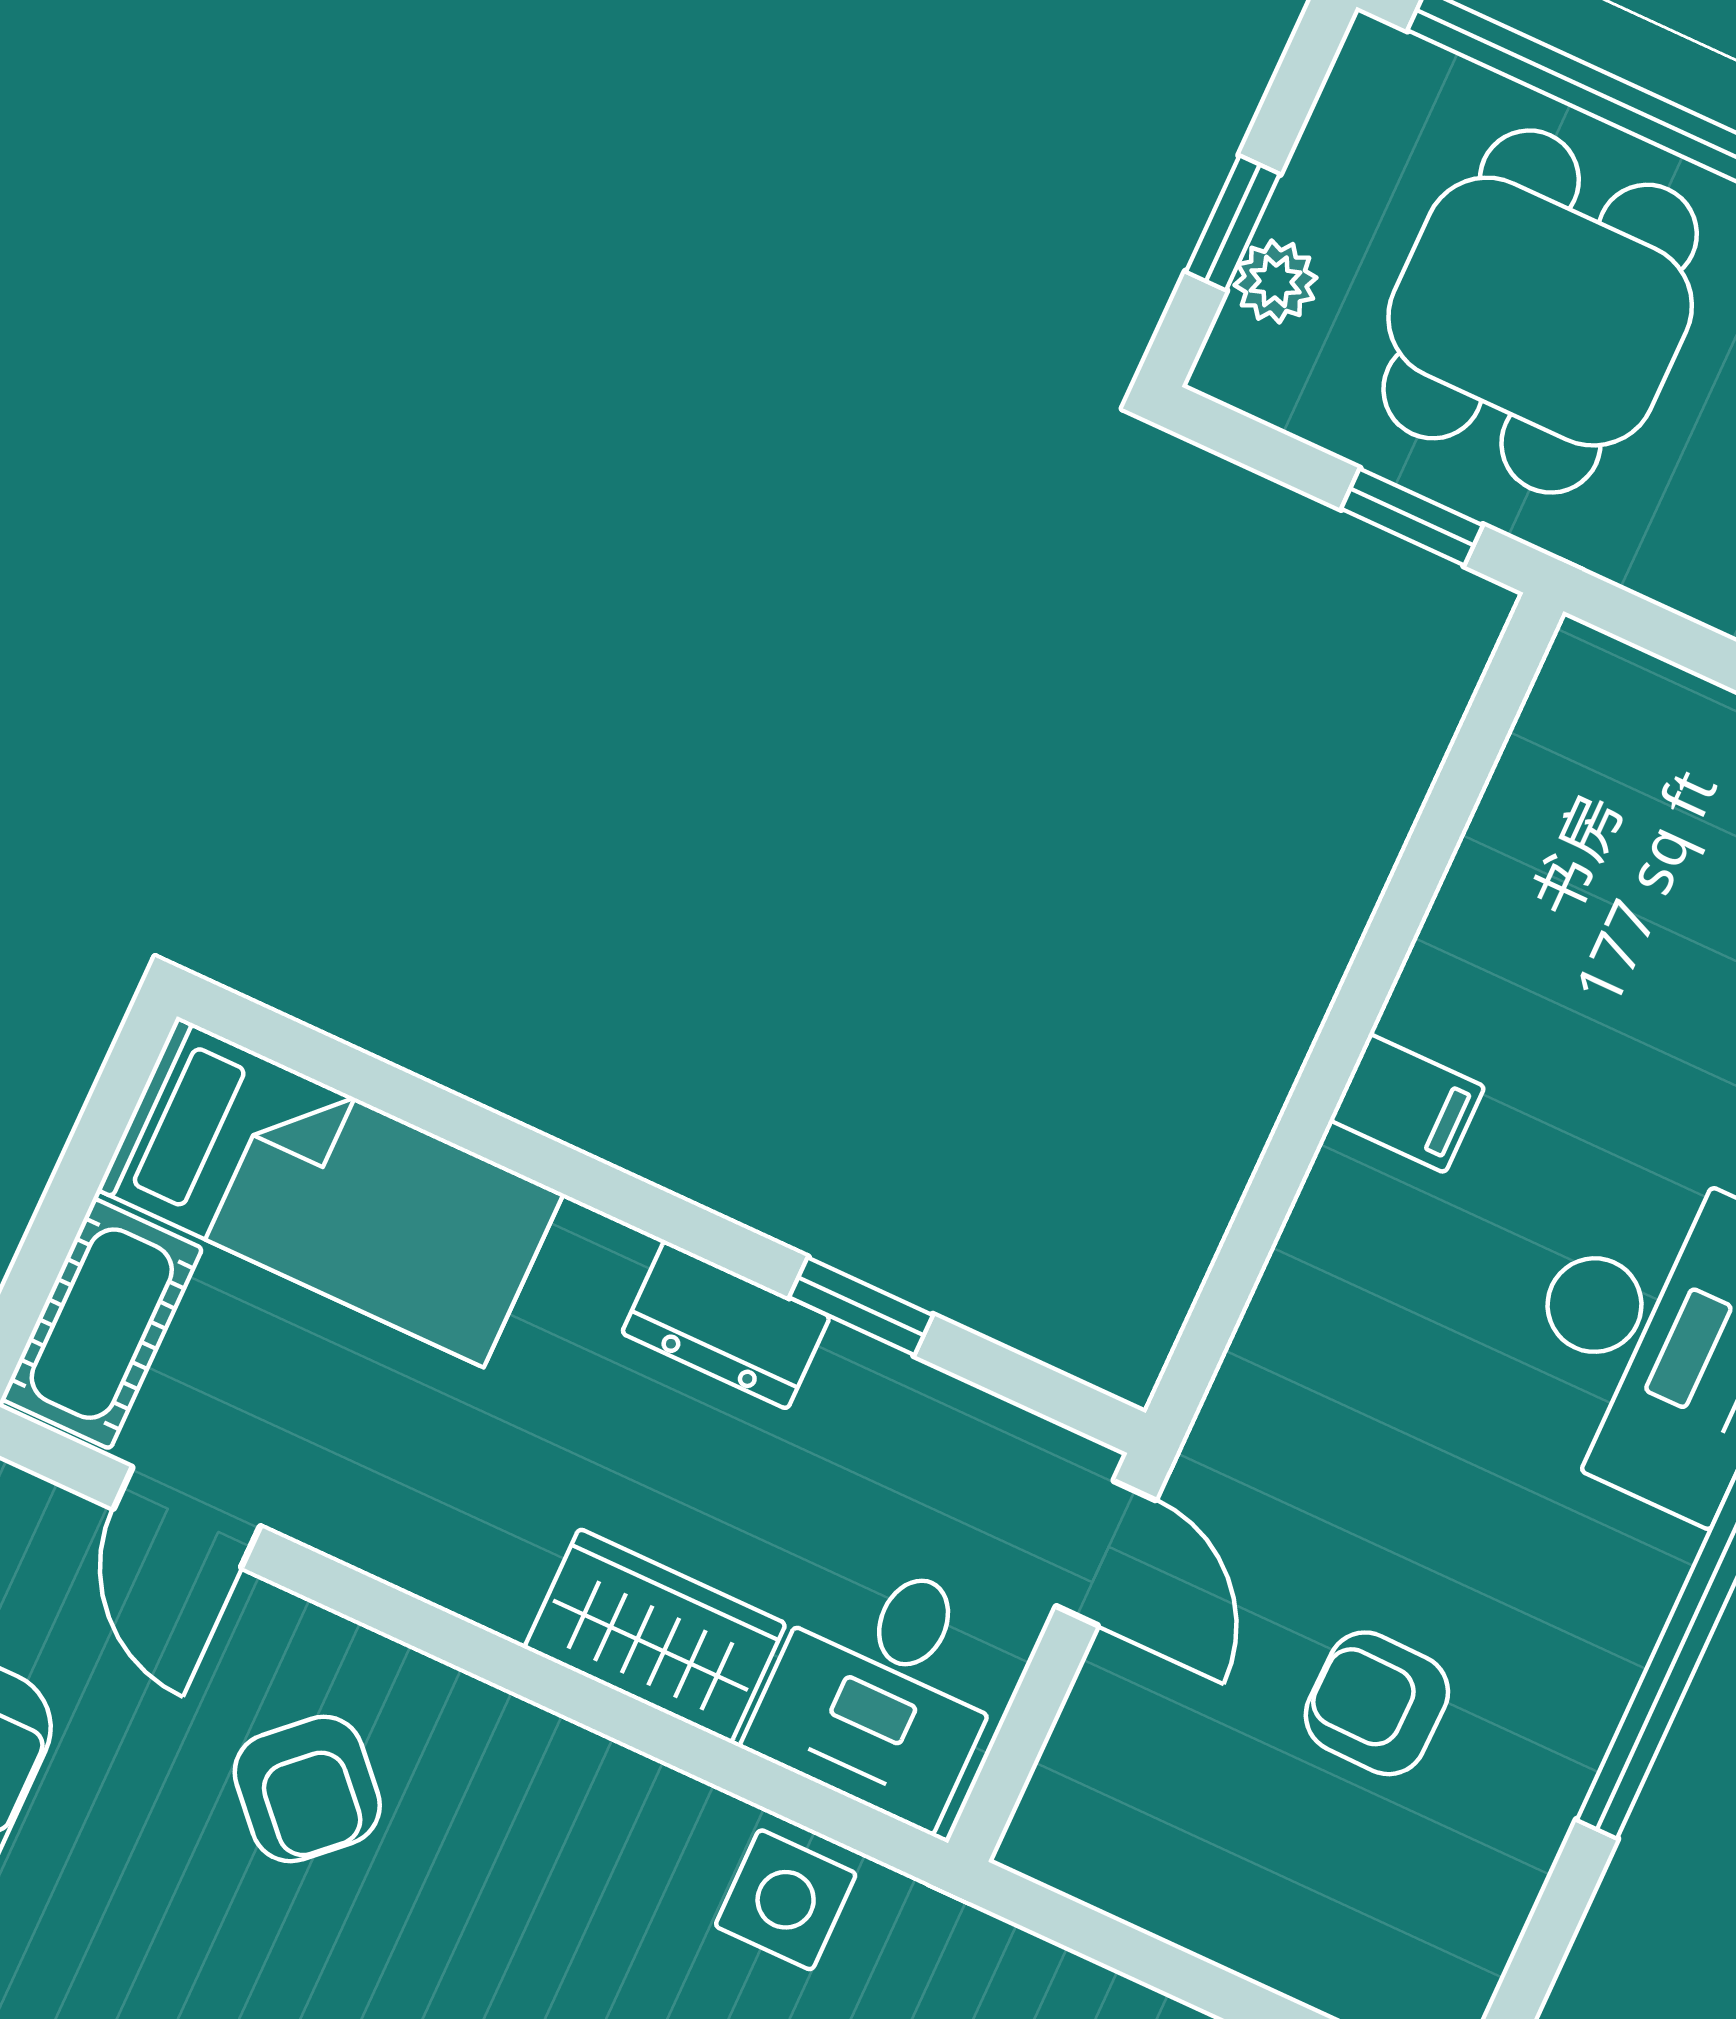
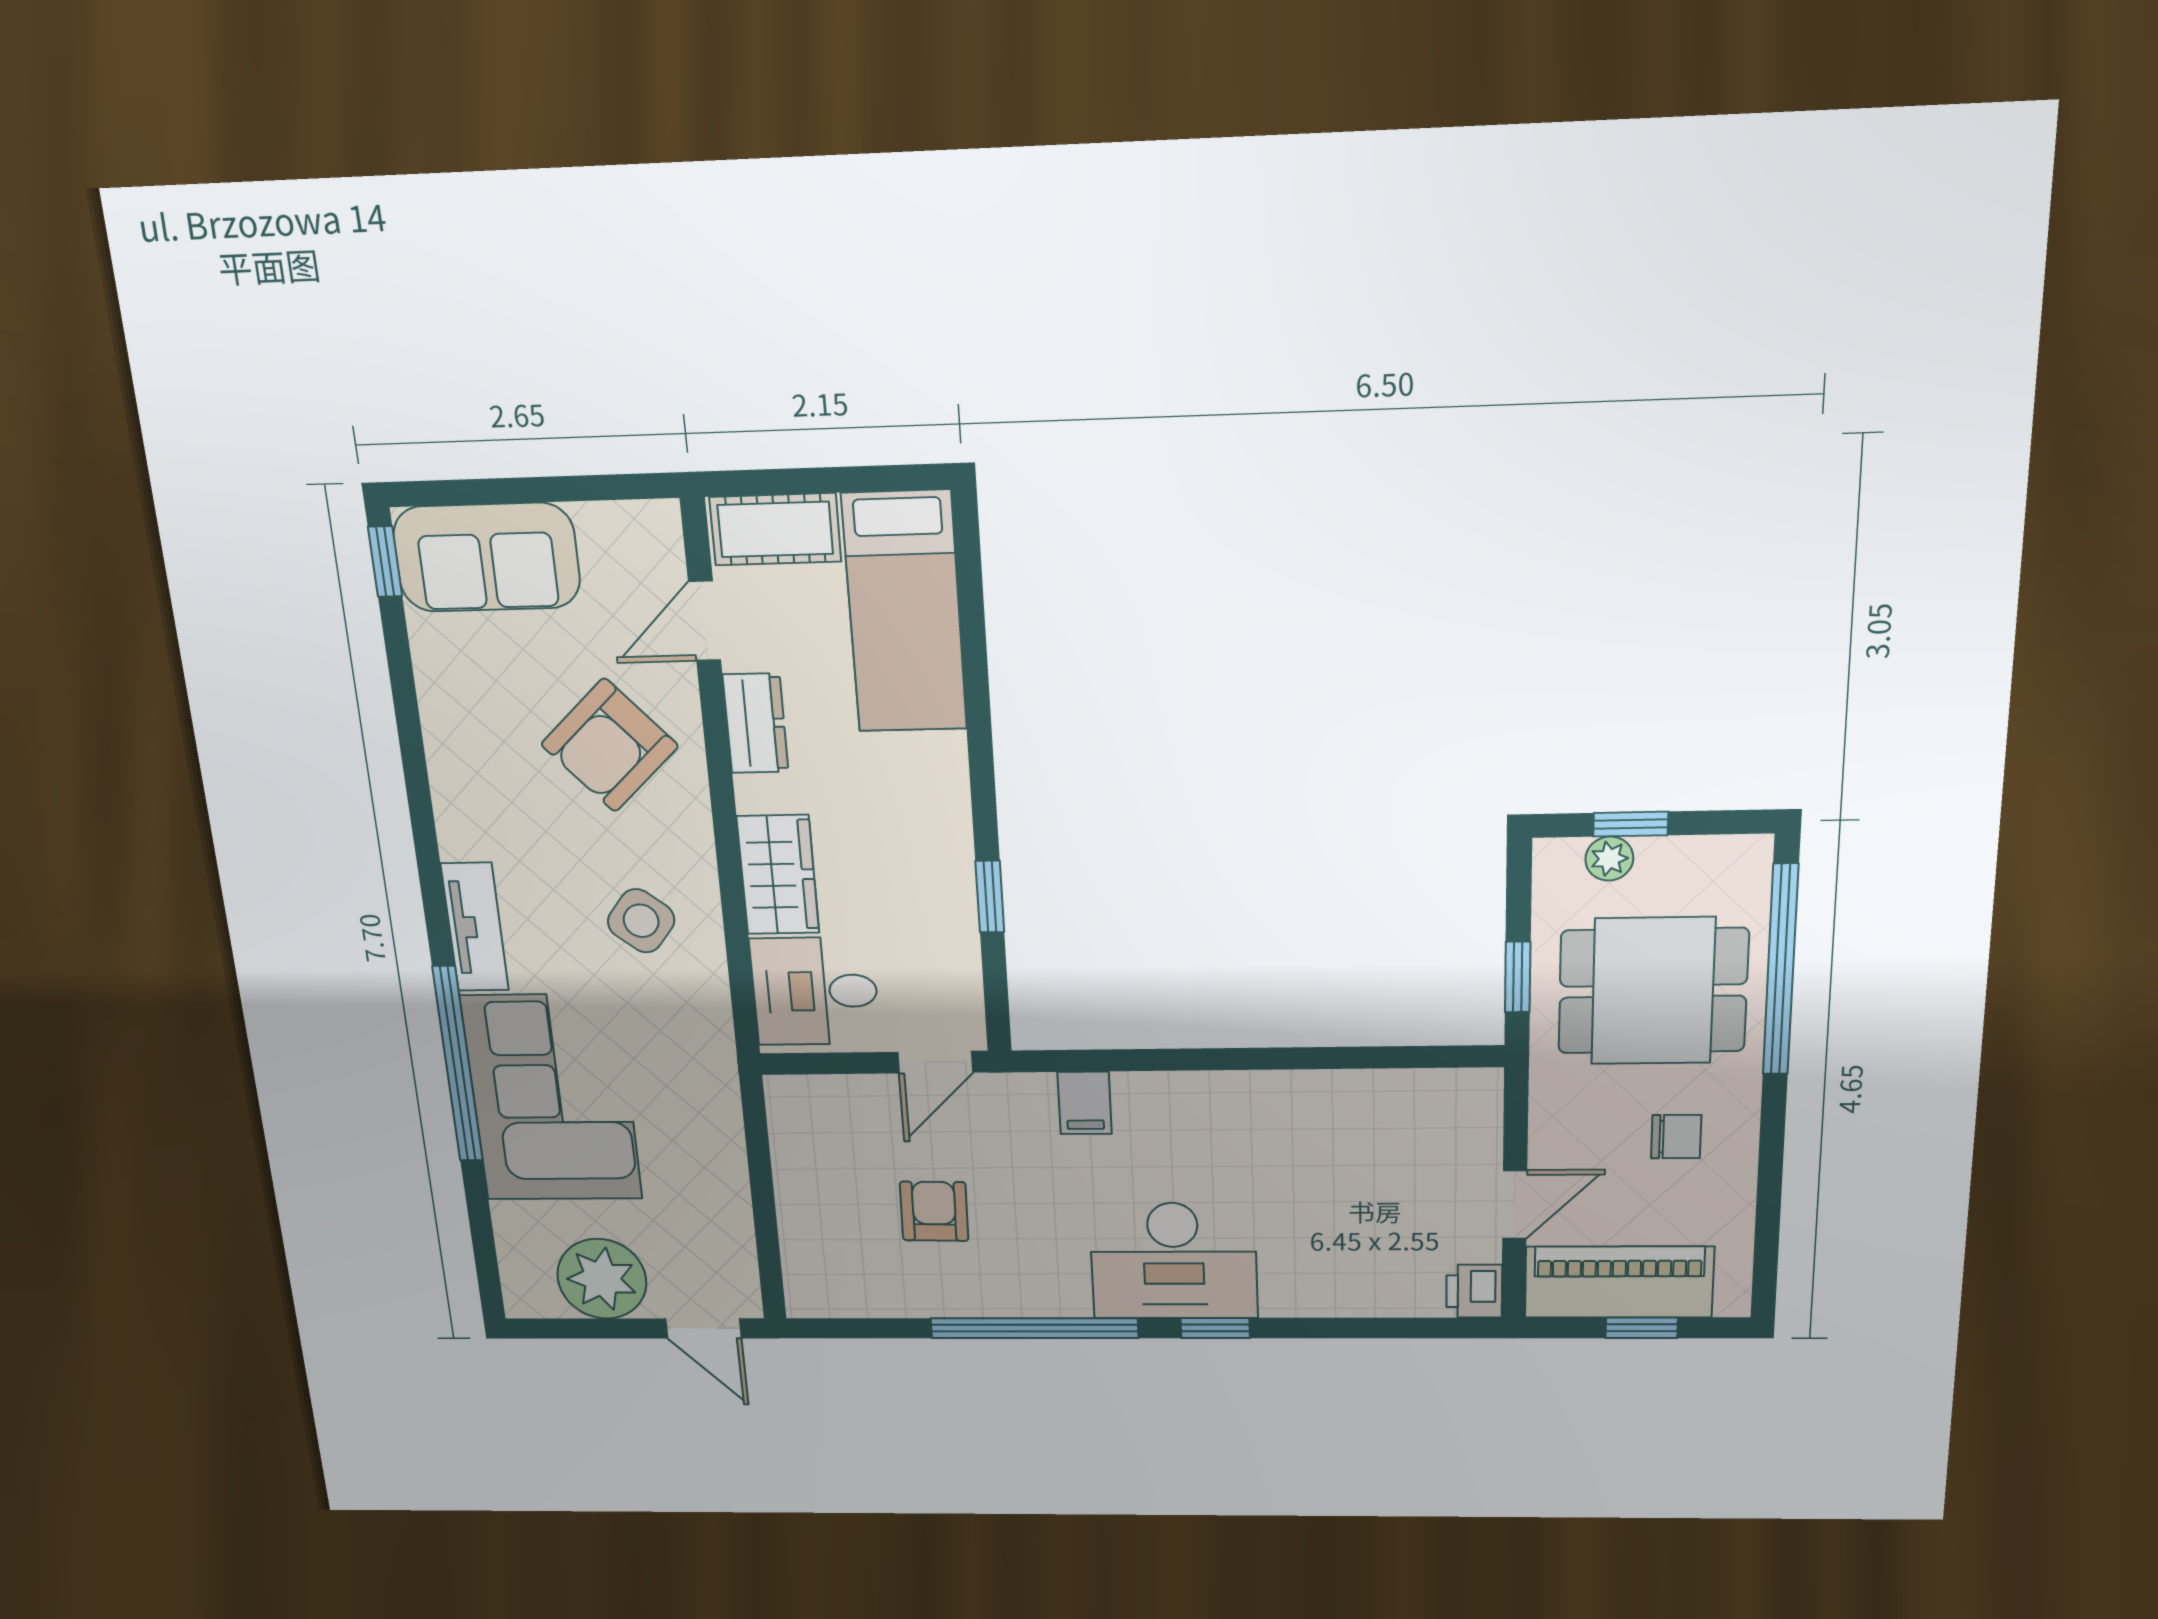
filing cabinet: (1407, 1103) -> (1085, 1103), moved
dresser: (726, 1325) -> (756, 723), moved, turned 180
armchair: (307, 1789) -> (610, 745), width x1.38, depth x1.38
side table: (786, 1900) -> (641, 921), moved, turned 38

